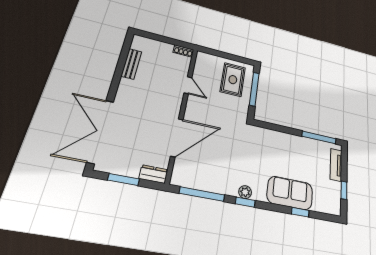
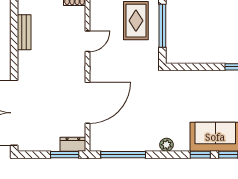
door: (188, 85) -> (87, 41), hinge flipped
window: (124, 180) -> (65, 155), moved
window: (245, 202) -> (200, 155), moved

